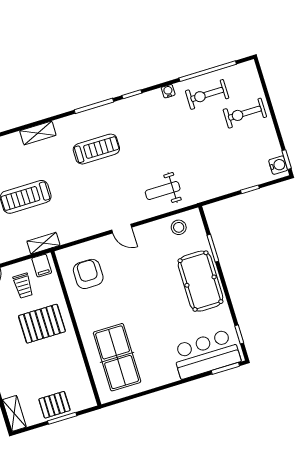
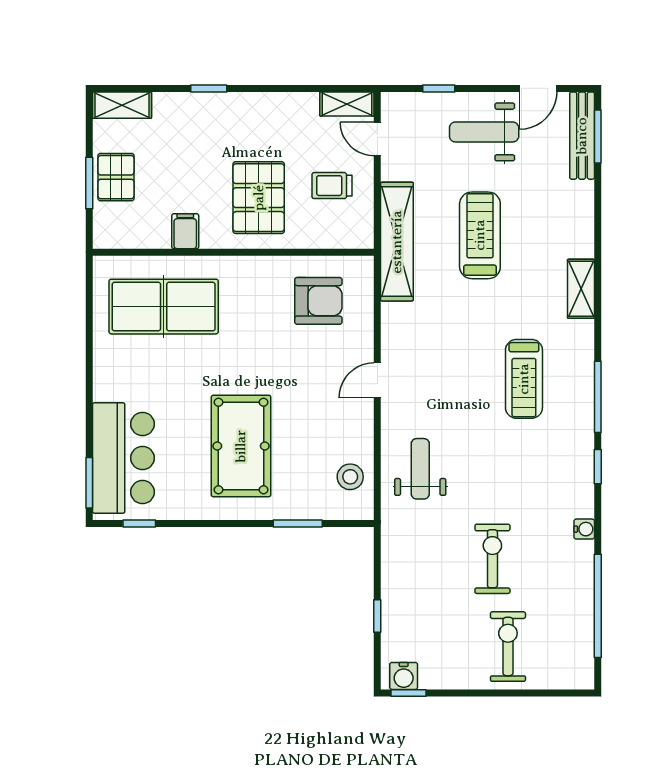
exercise bike: (207, 94) -> (492, 559), moved
shelving: (43, 243) -> (397, 242), width x2.20, depth x1.33
filing cabinet: (42, 266) -> (185, 231), moved, turned 90
pool table: (200, 281) -> (241, 446), moved, turned 90

